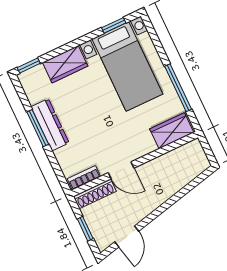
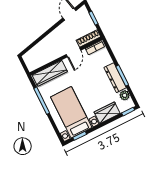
plant: (34, 94) -> (125, 95), added
wardrobe: (172, 131) -> (50, 73), width x1.50
door: (121, 170) -> (74, 52), swing flipped

